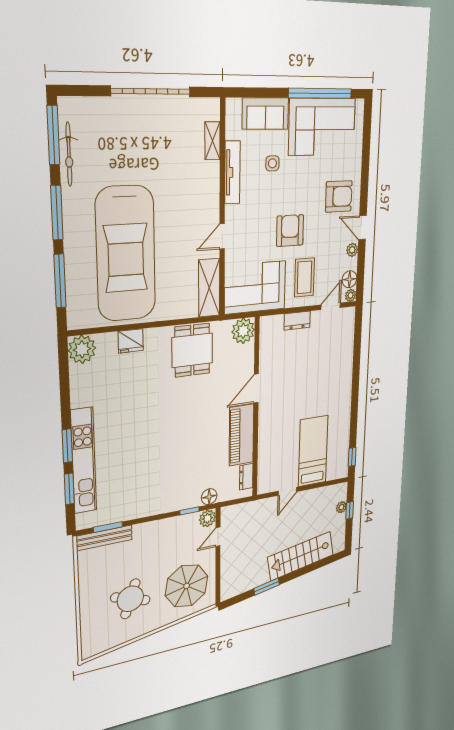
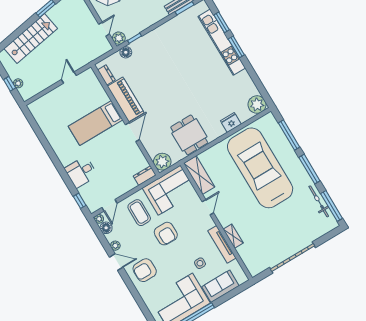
shelving: (212, 141) -> (233, 236), moved
dresser: (297, 321) -> (145, 176), moved
desk: (337, 366) -> (81, 172), added
bed: (313, 451) -> (96, 123), moved, turned 90
window: (352, 457) -> (80, 201), moved

